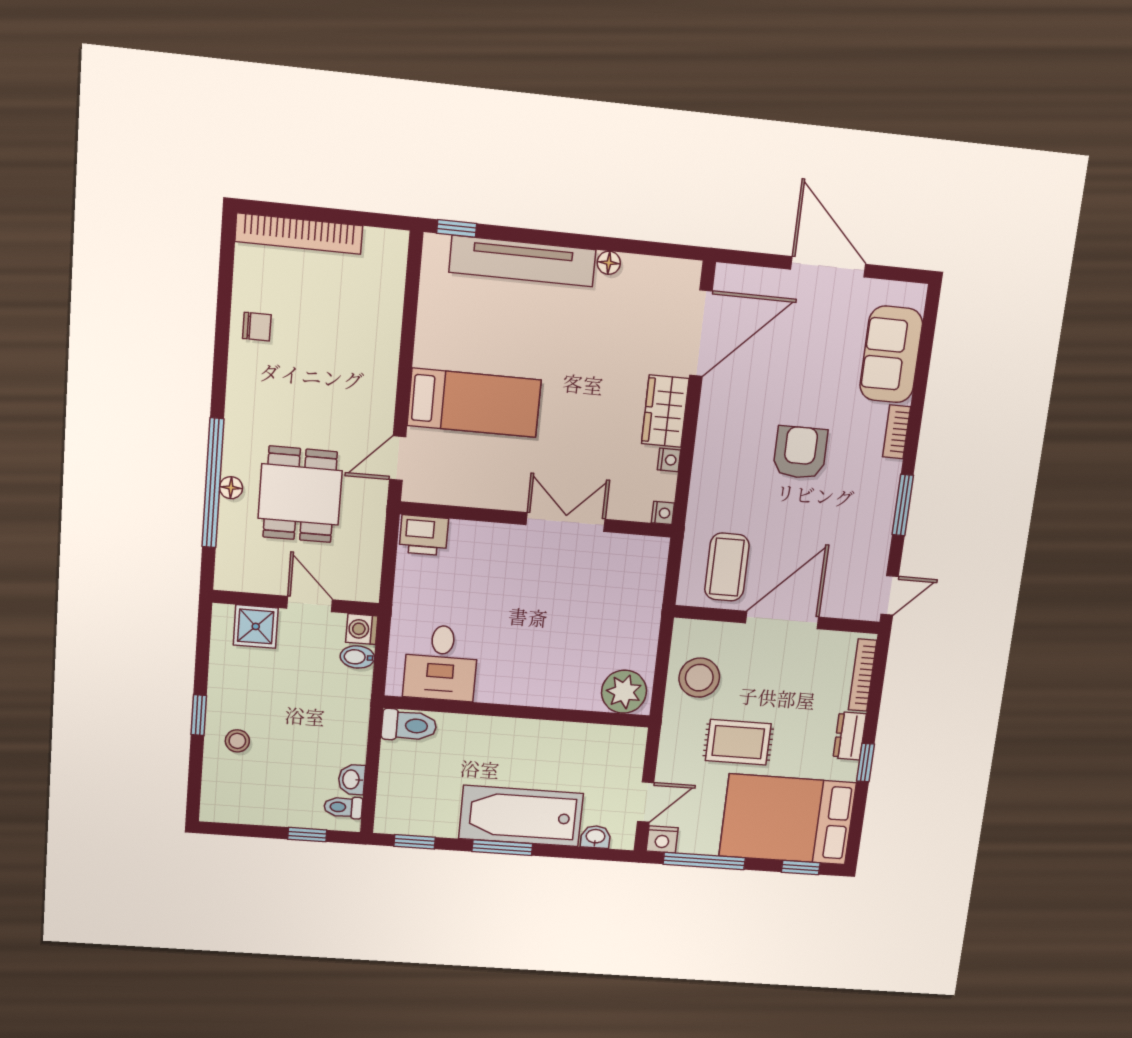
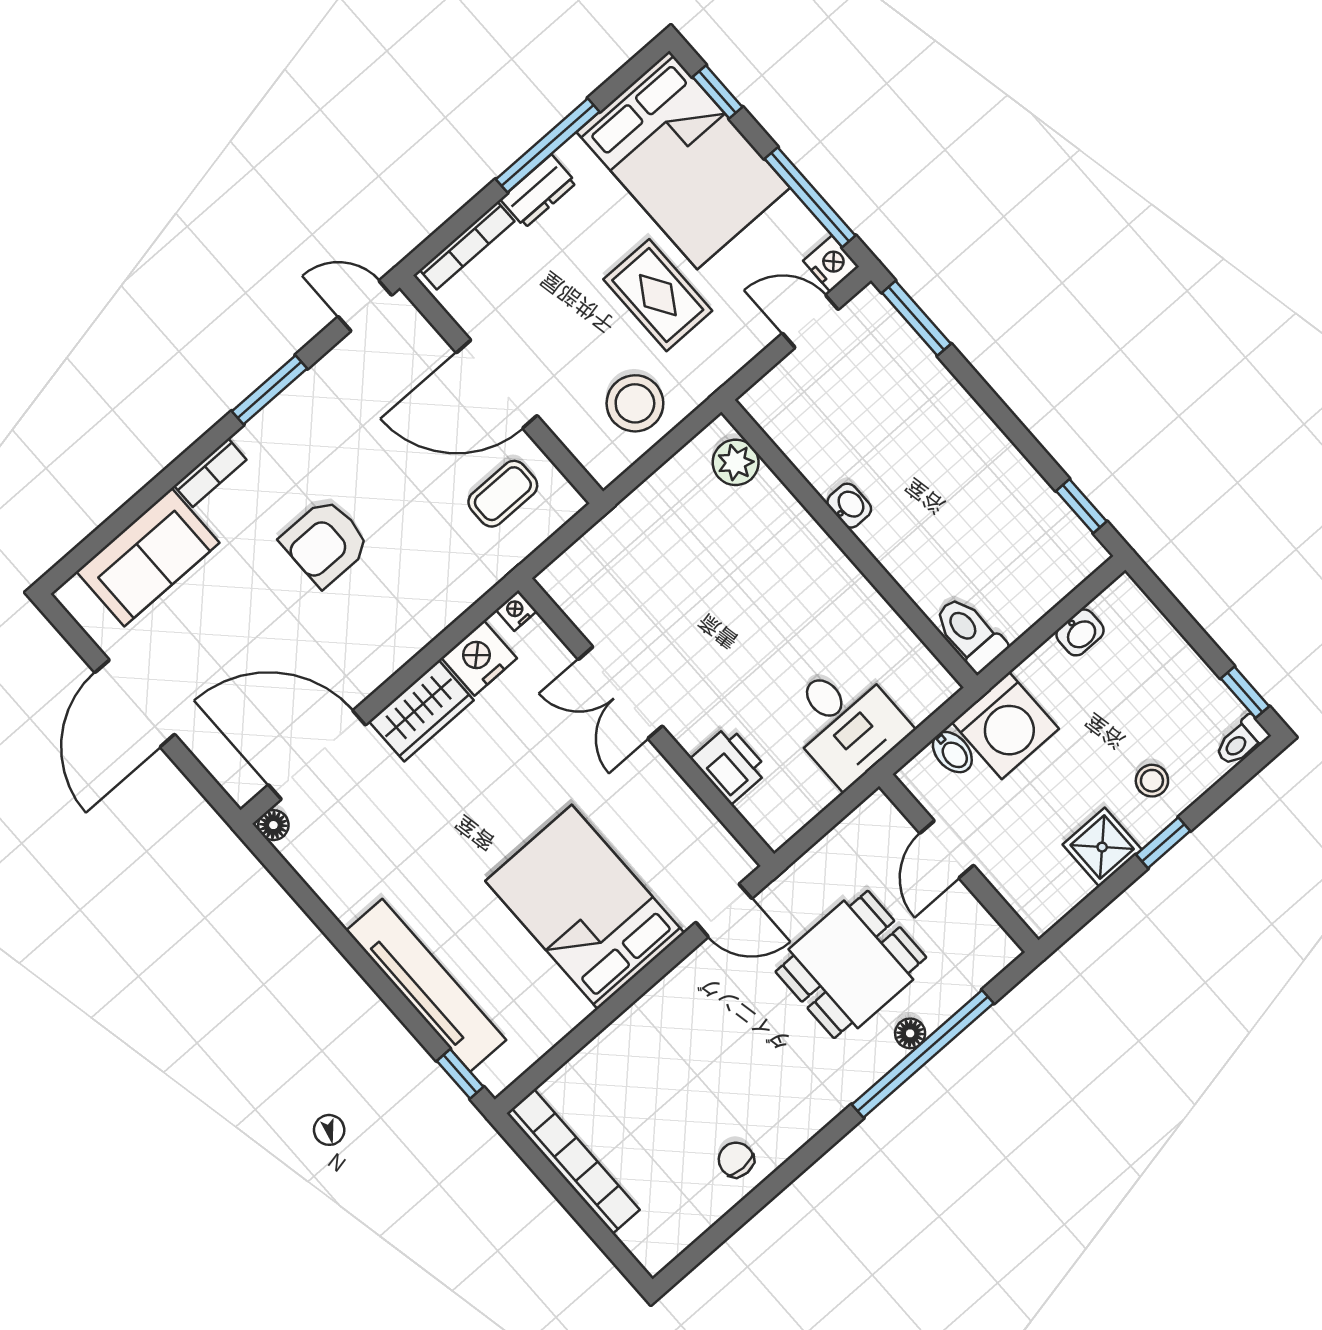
bookcase: (299, 234) -> (573, 1162), moved
floor lamp: (609, 263) -> (273, 825), moved
bed: (474, 403) -> (585, 907), width x1.50
nightstand: (669, 460) -> (479, 658), width x1.89, depth x1.79
printer: (424, 535) -> (730, 765), moved
coffee table: (727, 567) -> (503, 494), width x0.73, depth x0.77
shower: (256, 626) -> (1102, 847), moved
washing machine: (362, 629) -> (1005, 726), moved, width x1.89, depth x1.89
desk: (441, 663) -> (846, 722), moved, turned 90
plant: (624, 692) -> (736, 462), width x0.73, depth x0.73
window: (865, 763) -> (548, 145), width x2.17
toilet: (343, 807) -> (1241, 741), moved, turned 90
bathtub: (521, 816) -> (950, 429), removed
window: (307, 835) -> (1245, 692), moved
washbasin: (595, 837) -> (849, 506), moved, turned 180
window: (502, 848) -> (916, 318), moved

